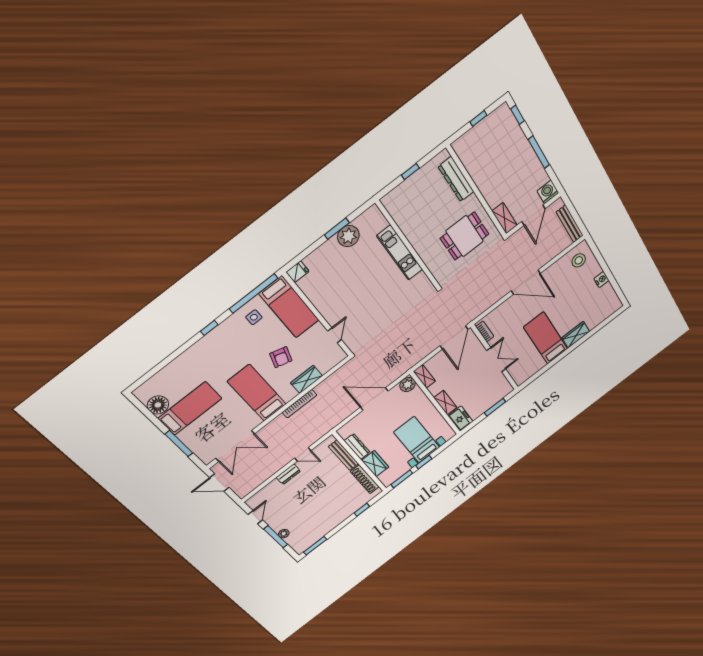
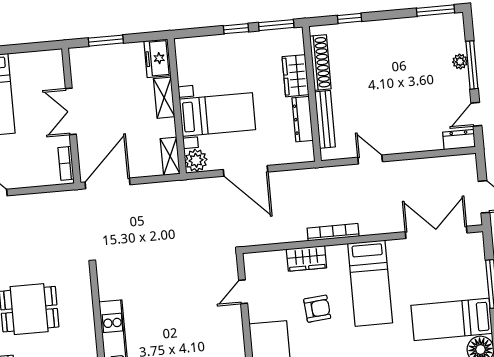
armchair: (281, 357) -> (317, 309), turned 68
bed with nightstands: (417, 440) -> (217, 114), moved, turned -90
dresser: (288, 474) -> (459, 140), moved

